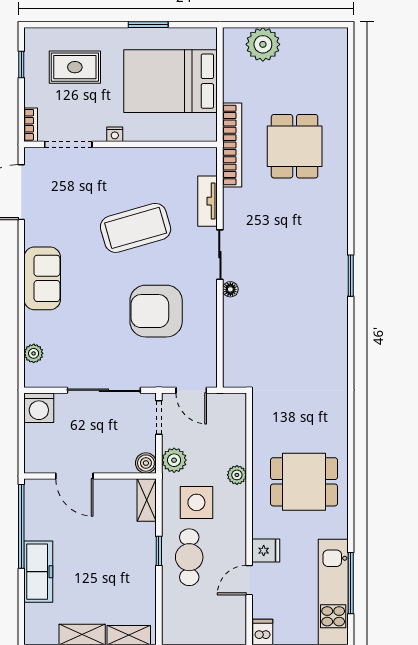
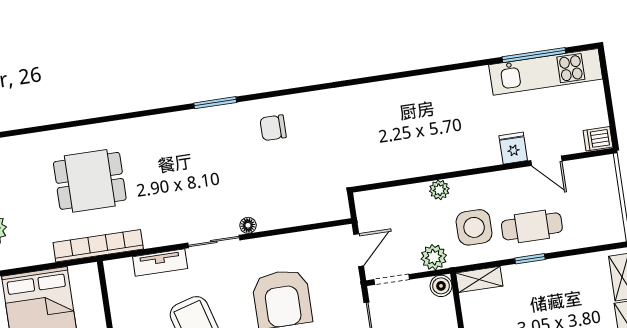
chair: (319, 327) -> (273, 128), added
dining table: (304, 482) -> (436, 119), removed

